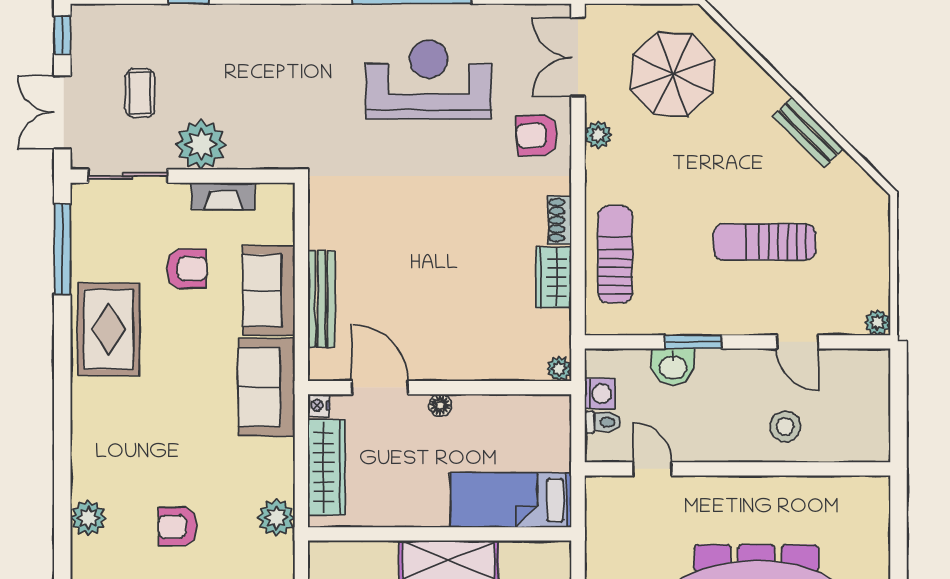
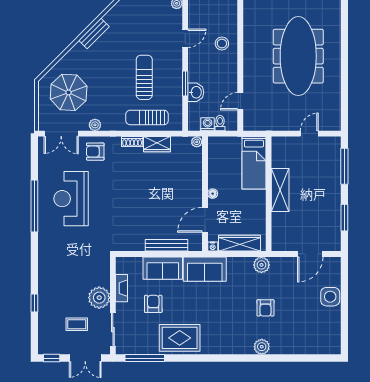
armchair: (537, 135) -> (95, 152), turned 93
sun lounger: (764, 242) -> (144, 77), moved, turned 180

